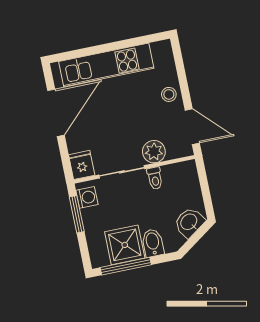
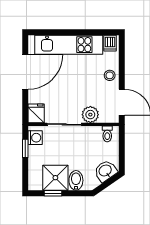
dishwasher: (161, 51) -> (110, 43), added
toilet: (155, 178) -> (107, 134), moved
window: (77, 214) -> (25, 148), width x0.67
window: (126, 266) -> (53, 193), width x0.46

